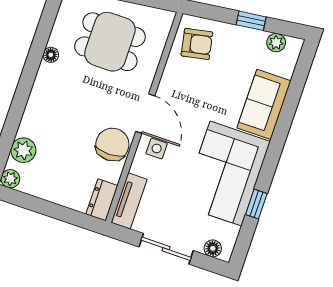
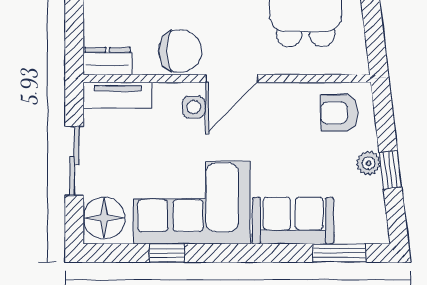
plant: (276, 43) -> (369, 163), moved
armchair: (197, 44) -> (339, 113), turned 101
window: (299, 79) -> (339, 253), added
floor lamp: (213, 248) -> (104, 218), width x1.89, depth x1.89

